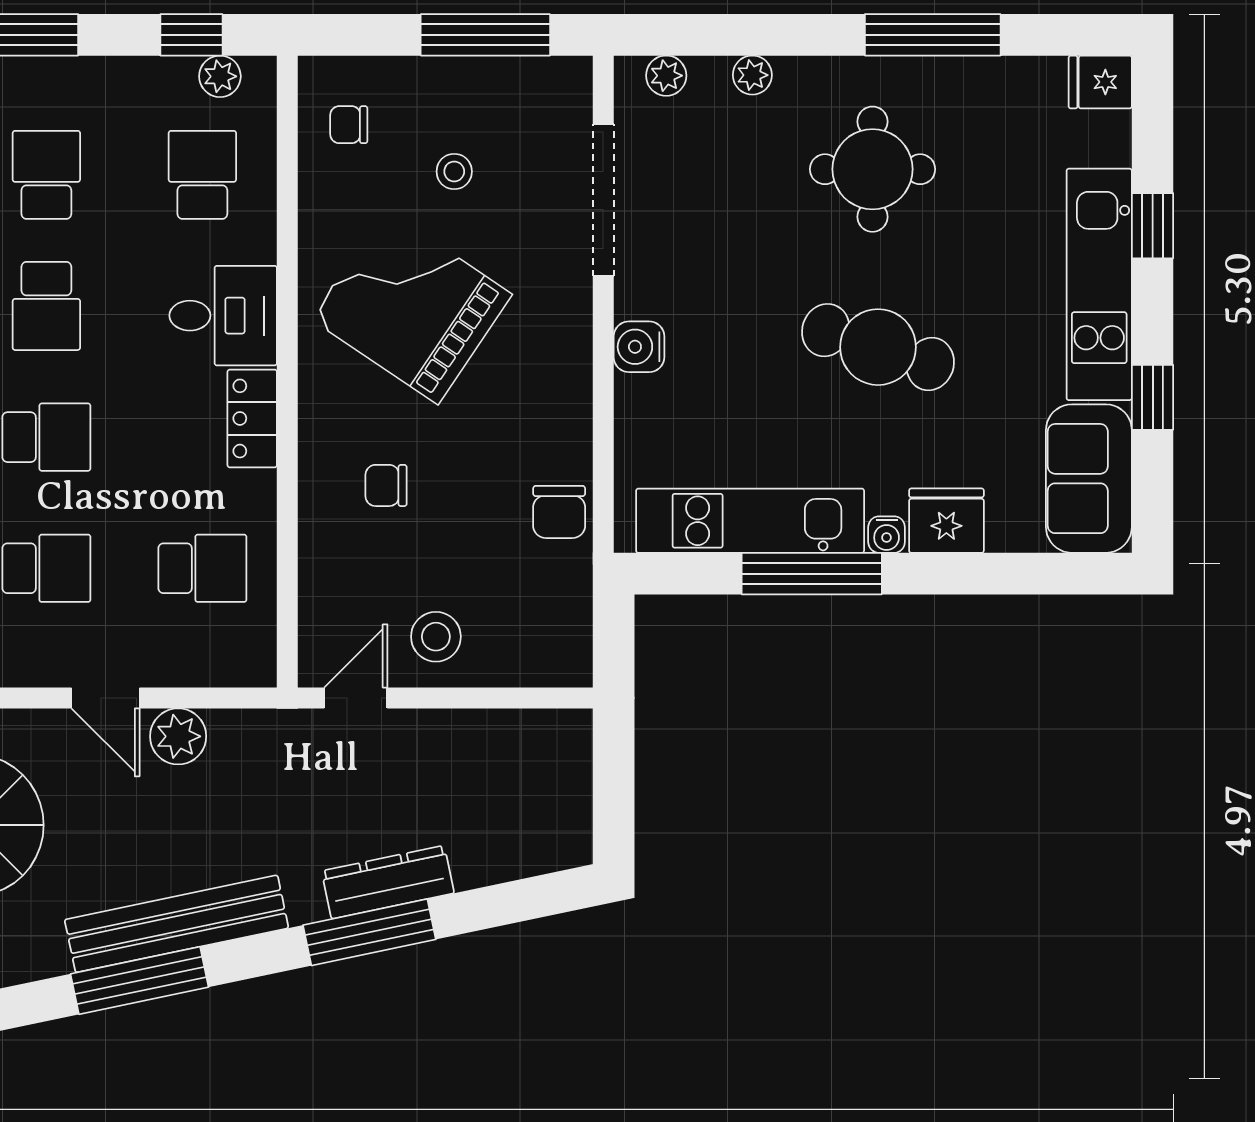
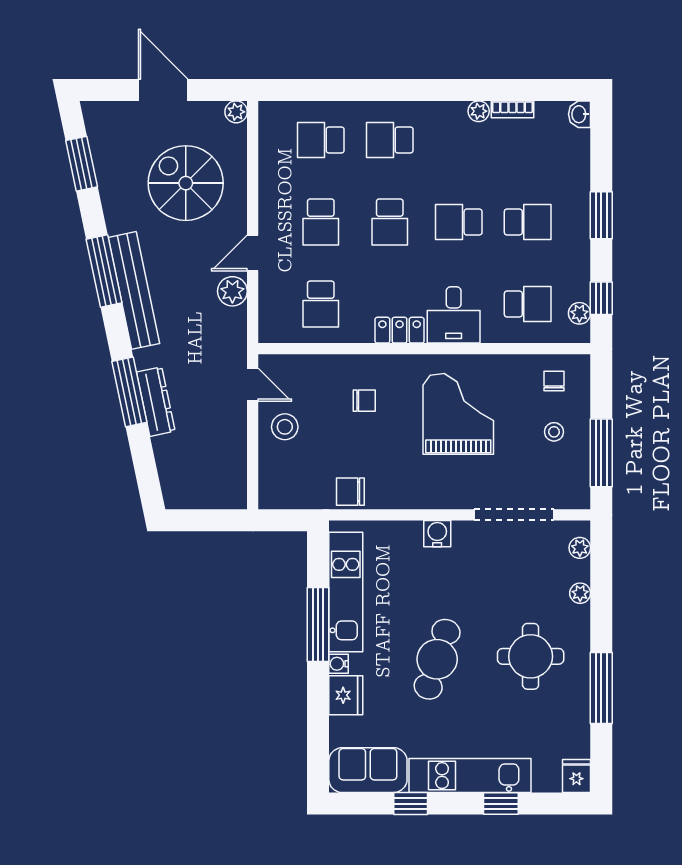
stool: (454, 171) -> (554, 432), moved
grand piano: (411, 307) -> (458, 414), turned -34
chair: (386, 485) -> (364, 401), turned 90

